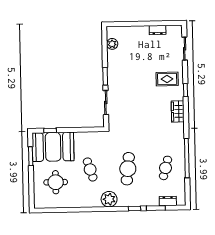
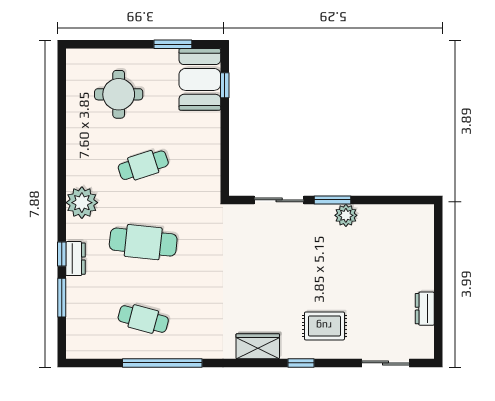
plant: (112, 44) -> (346, 215), moved
rug: (167, 79) -> (324, 326), turned 90
booth: (53, 147) -> (200, 79), width x0.73, depth x0.70
dresser: (168, 201) -> (75, 259), moved

